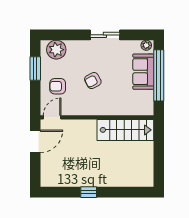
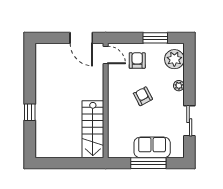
sliding door: (105, 35) -> (189, 121), moved
plant: (146, 45) -> (179, 86), moved
window: (159, 75) -> (148, 163), width x0.68
window: (89, 192) -> (30, 112), moved

